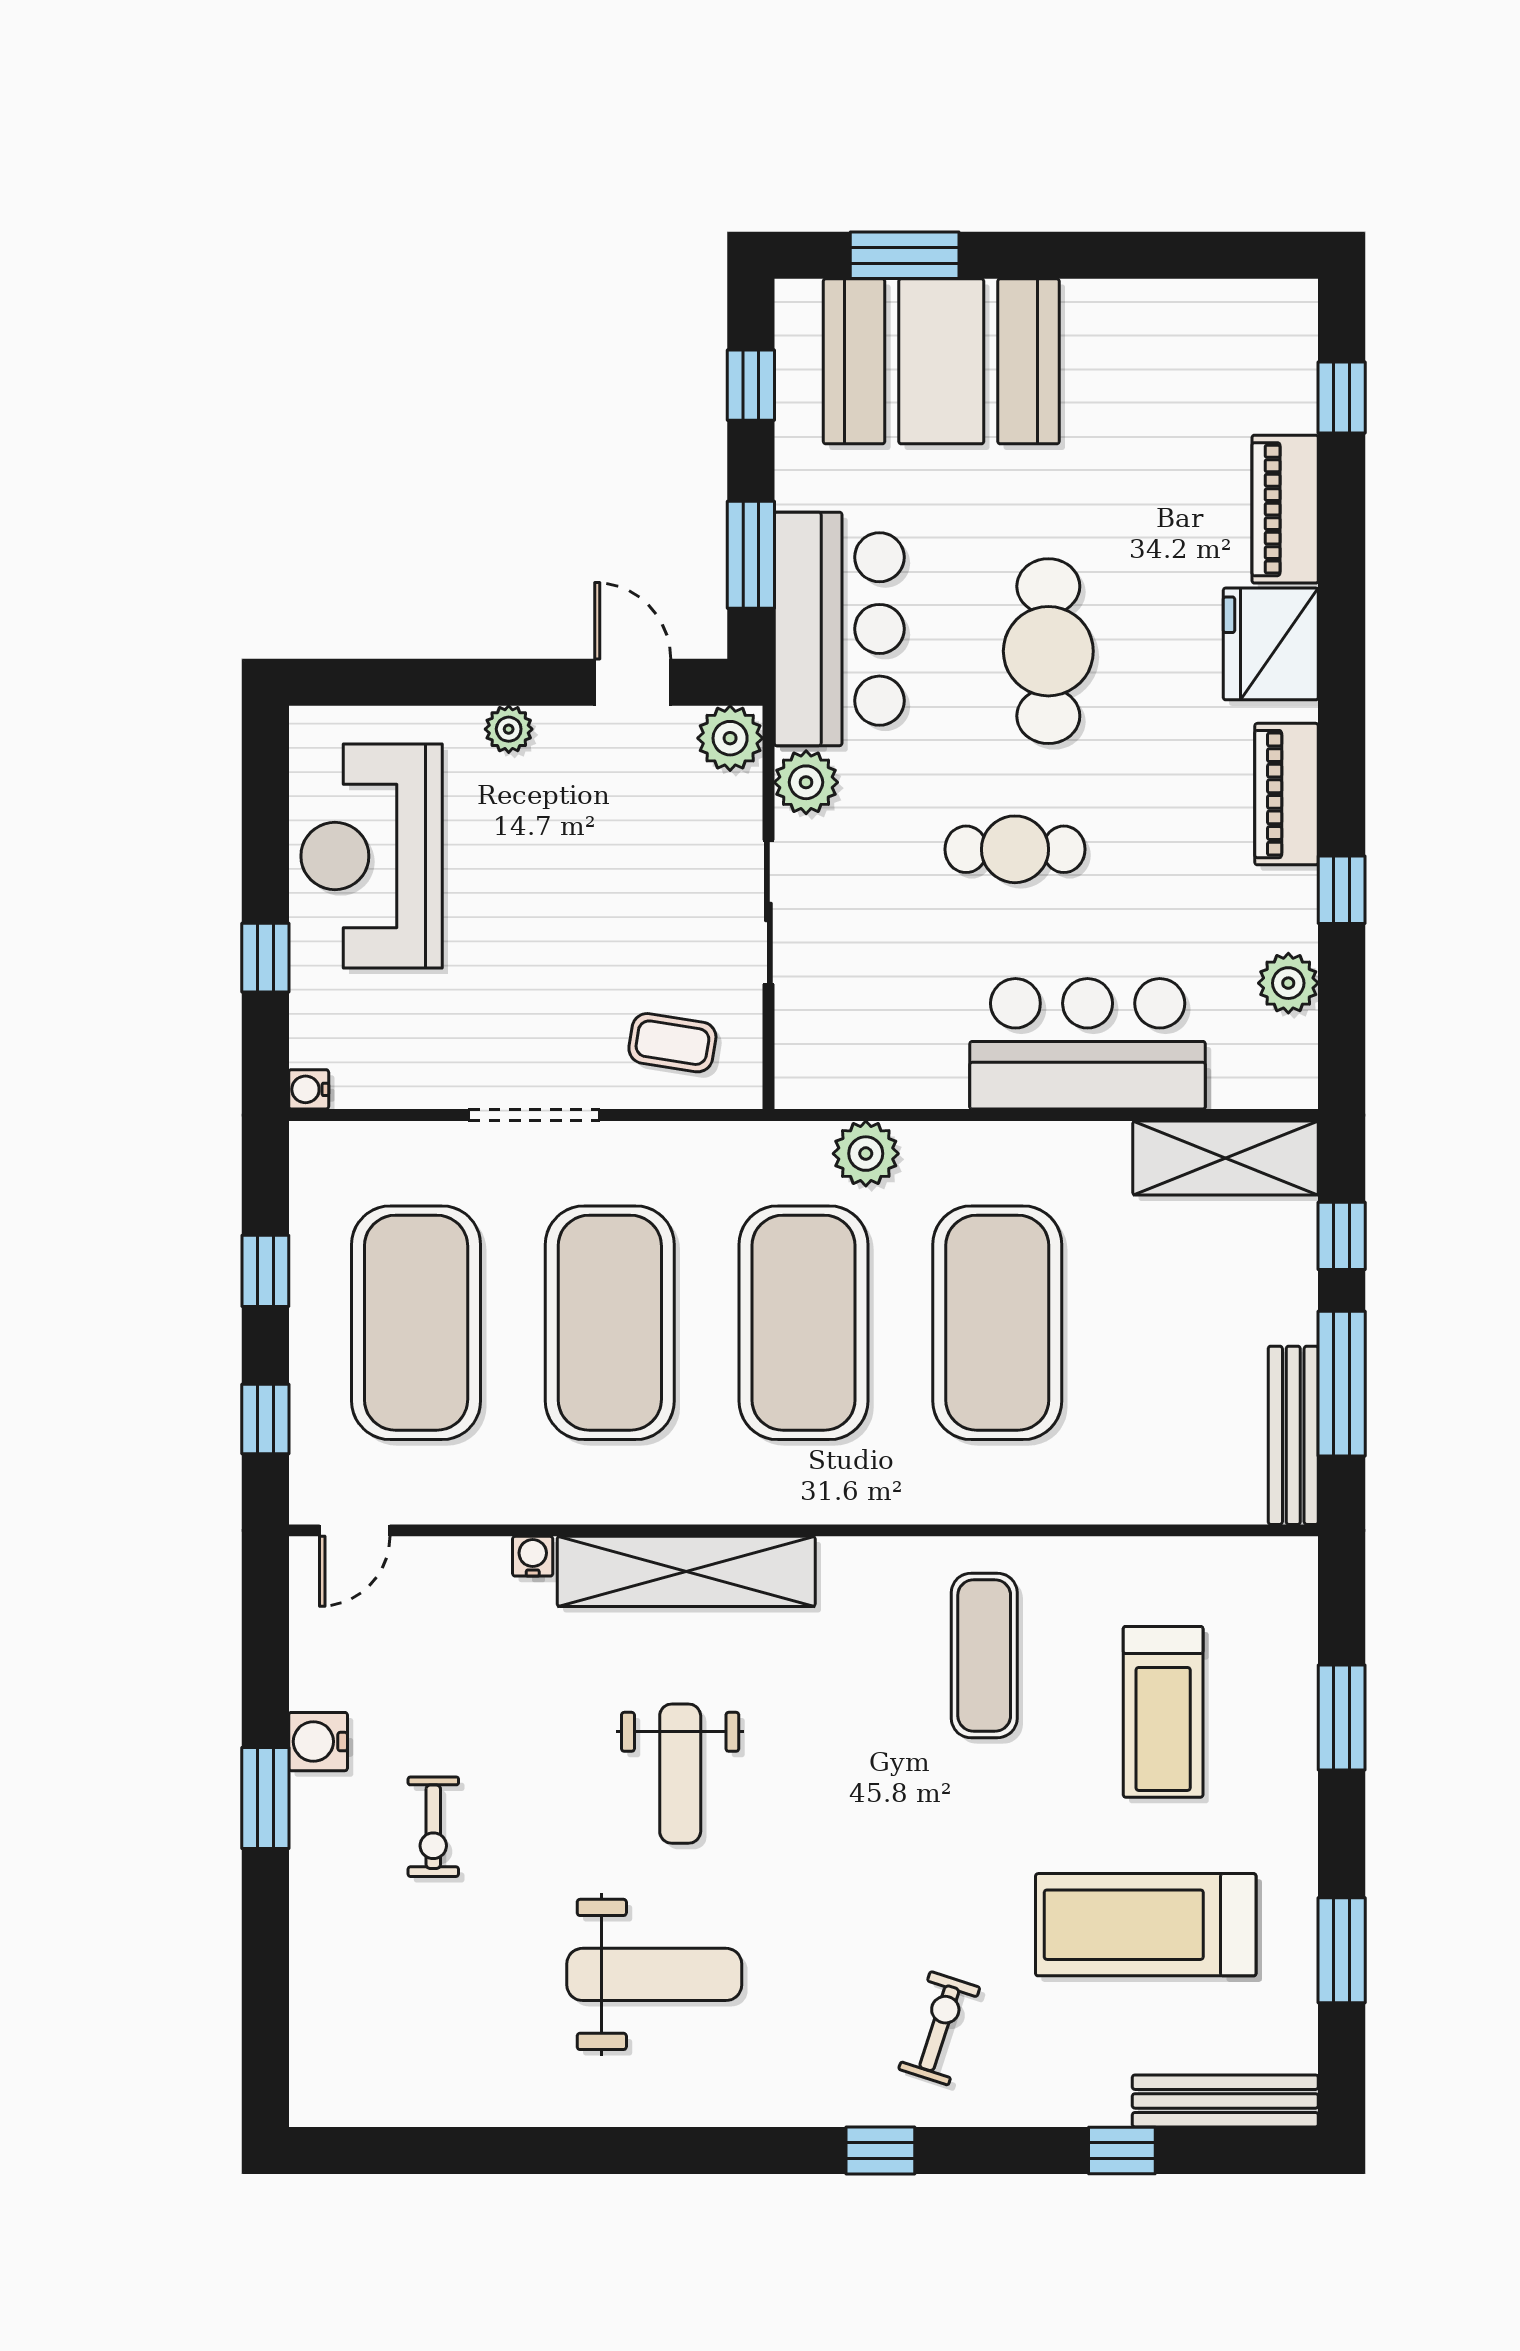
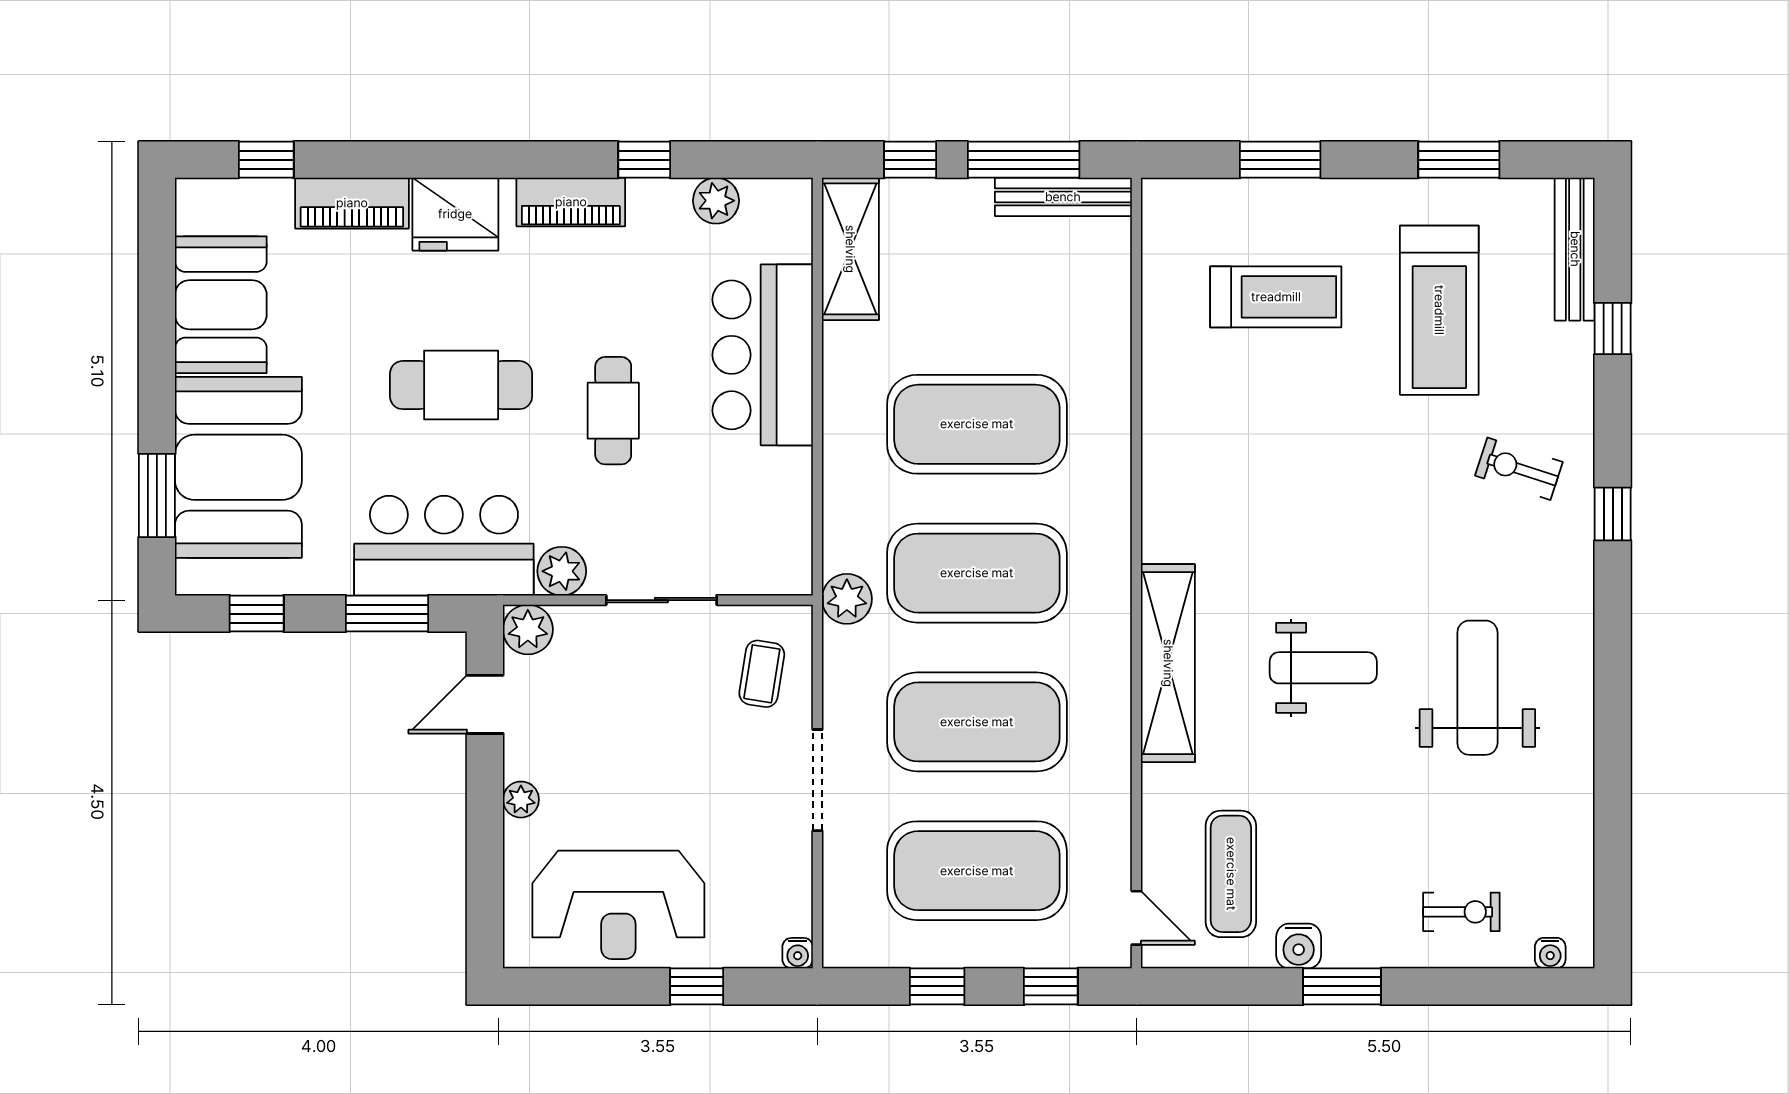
booth: (1153, 338) -> (221, 305), added
plant: (866, 1154) -> (847, 599), moved
water cooler: (533, 1556) -> (1550, 953), moved, turned -90
exercise mat: (984, 1655) -> (1231, 874), moved, turned 90
exercise bike: (433, 1827) -> (1461, 912), moved

